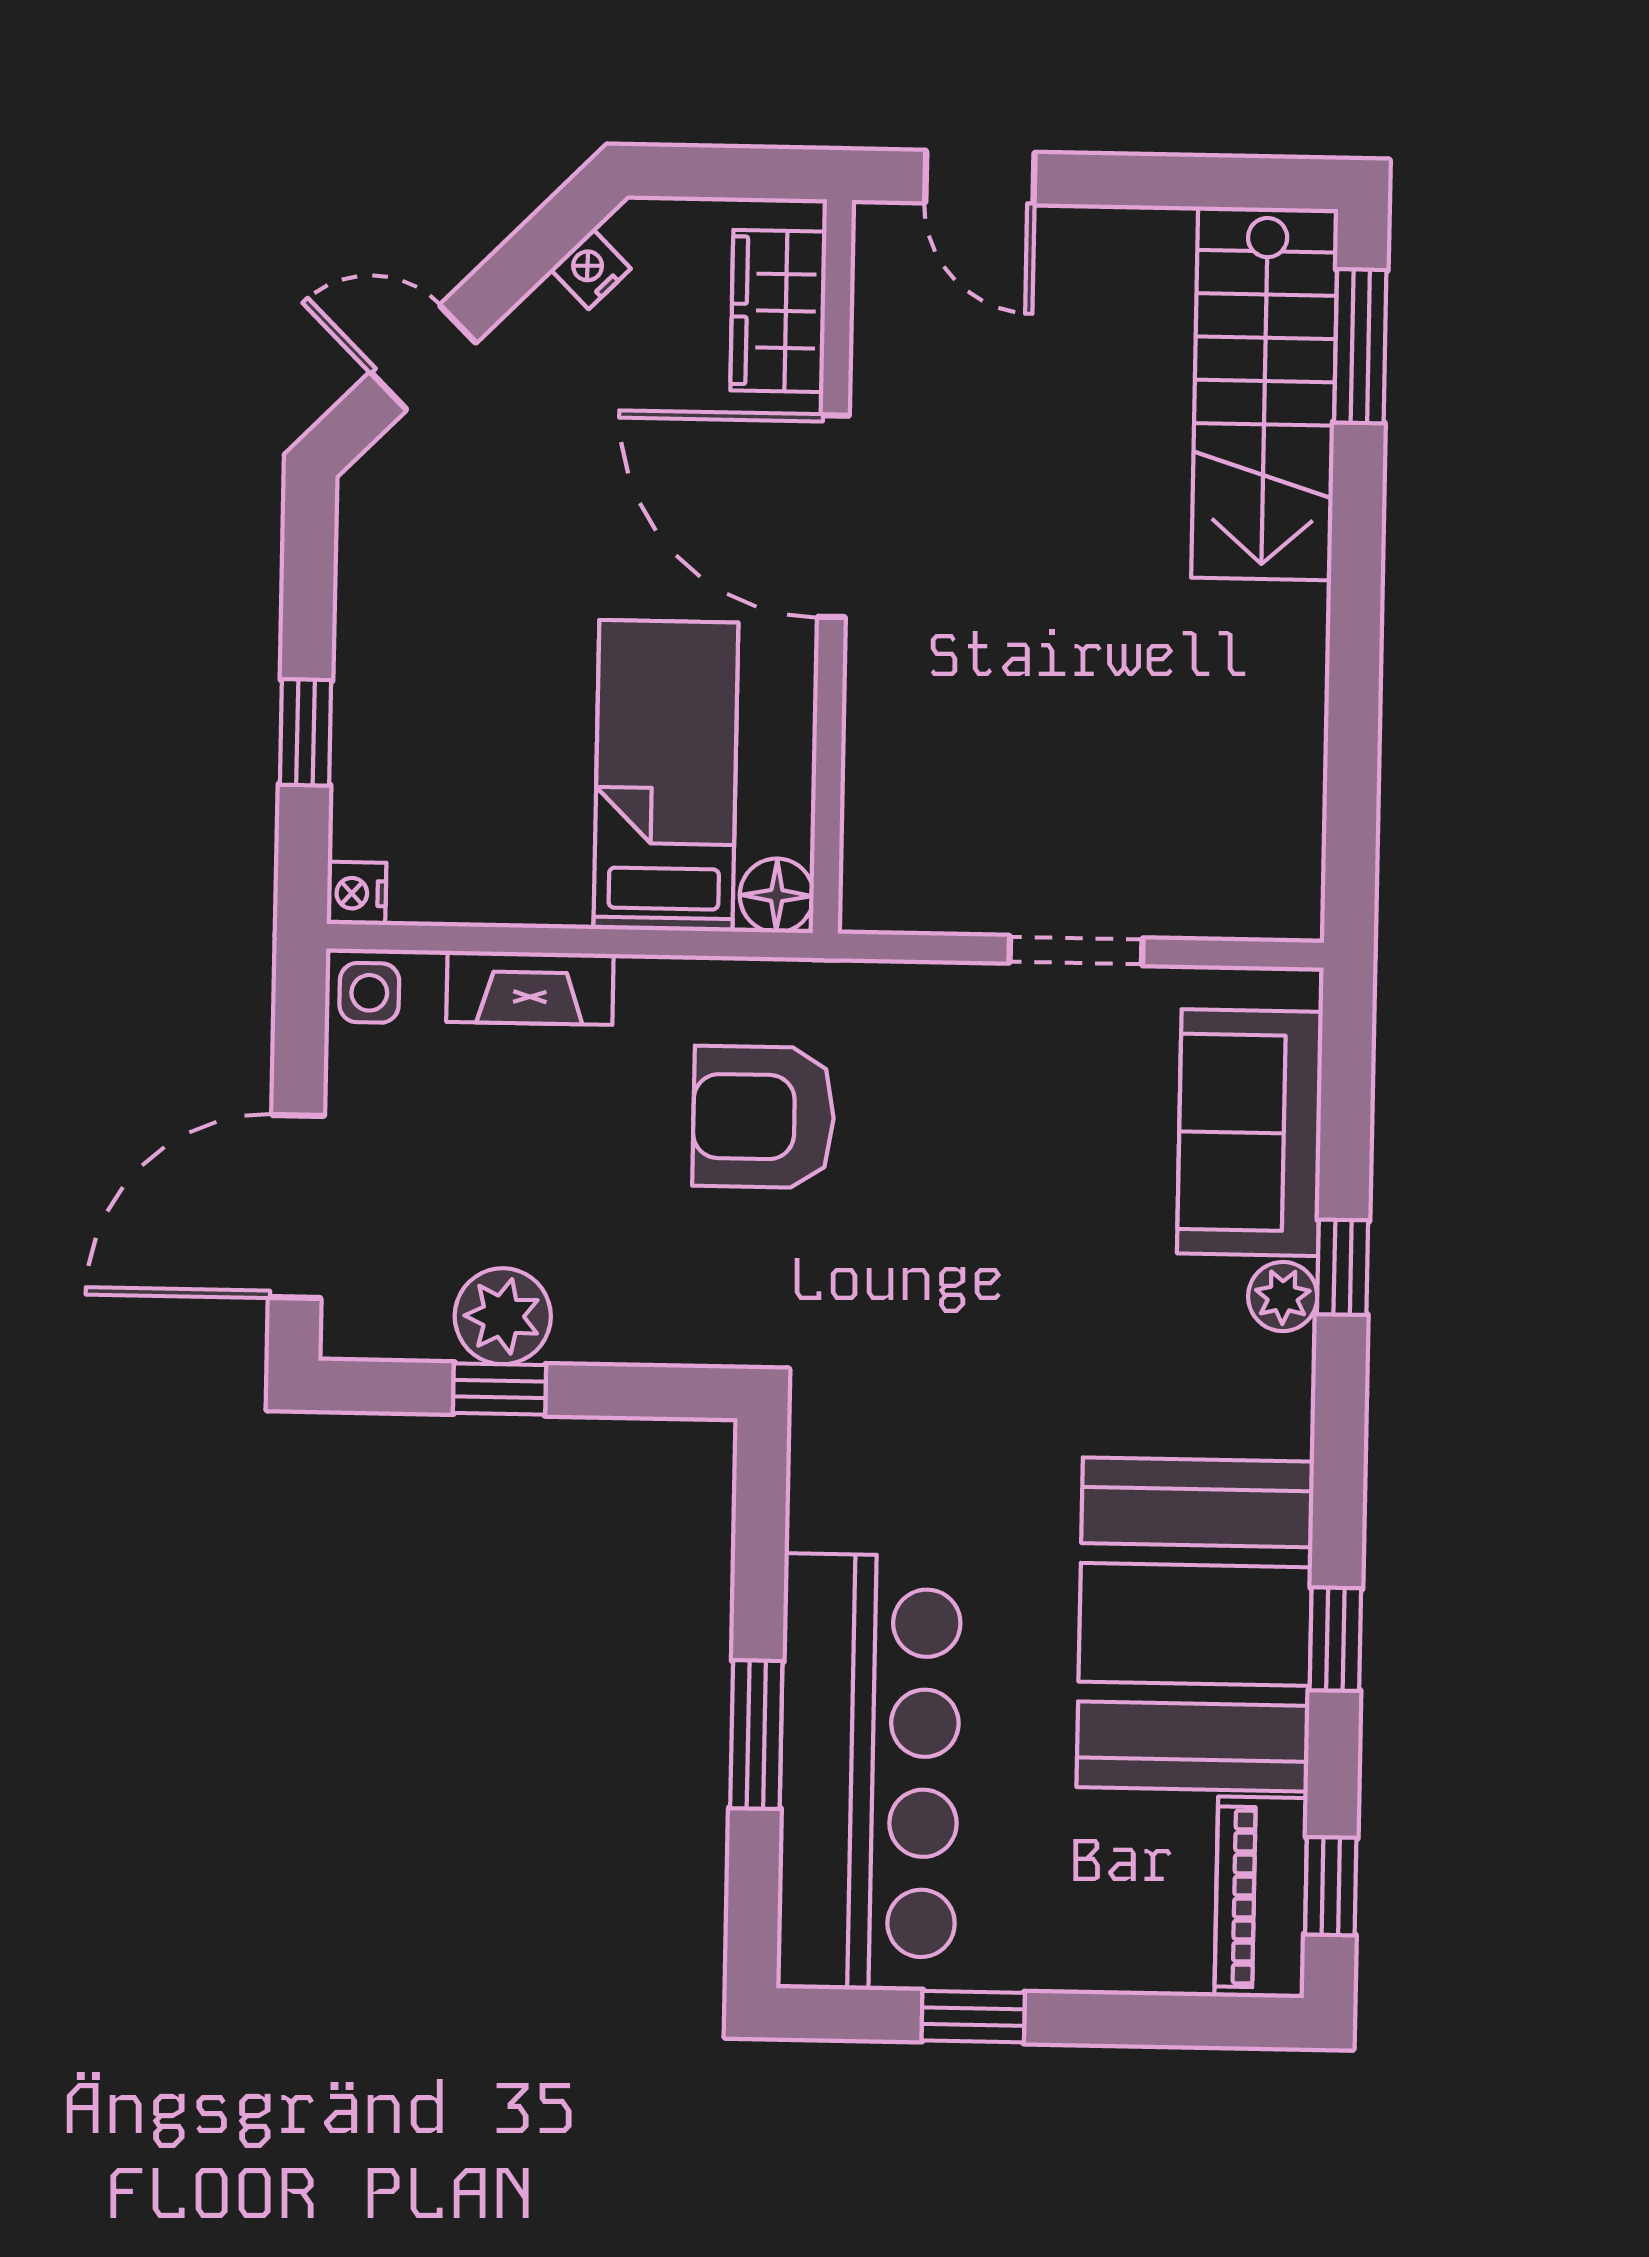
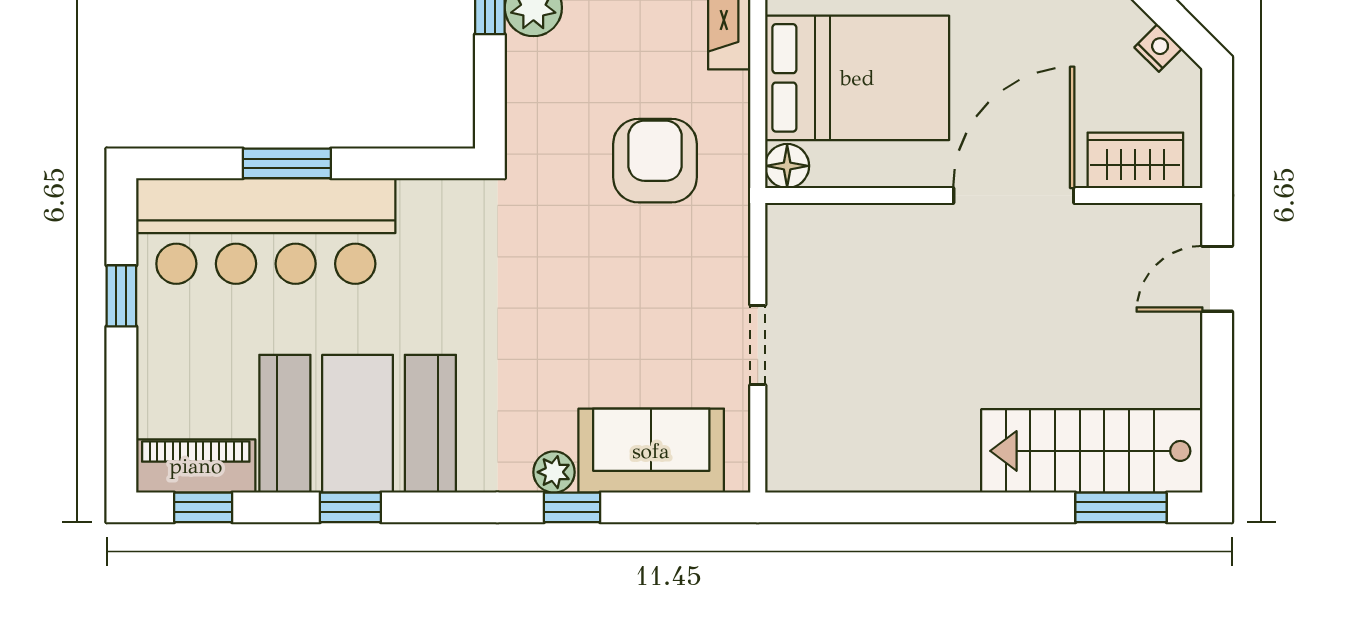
bed: (666, 776) -> (857, 78), width x1.50

